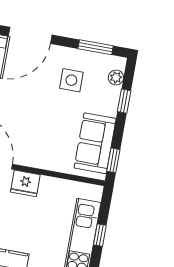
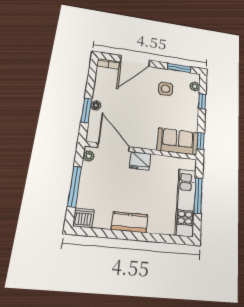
sofa: (95, 143) -> (178, 141), moved, turned 90
window: (100, 235) -> (198, 196), width x2.17

